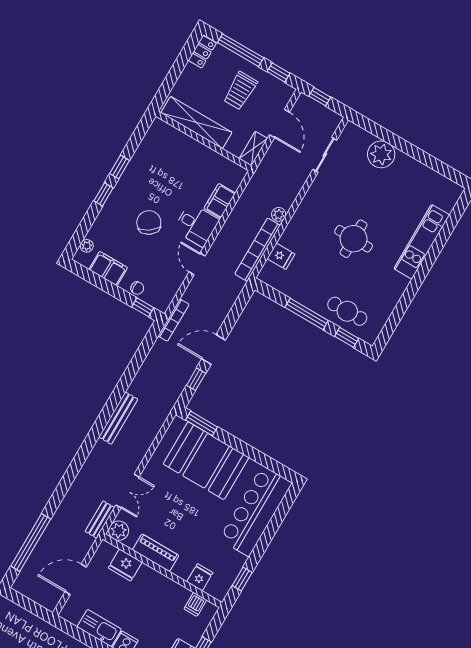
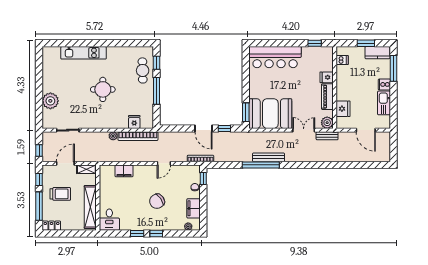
desk: (196, 225) -> (109, 220), moved, turned 180
booth: (206, 461) -> (270, 114), moved, turned 90
window: (31, 542) -> (261, 165), moved
fridge: (200, 577) -> (327, 77), moved

